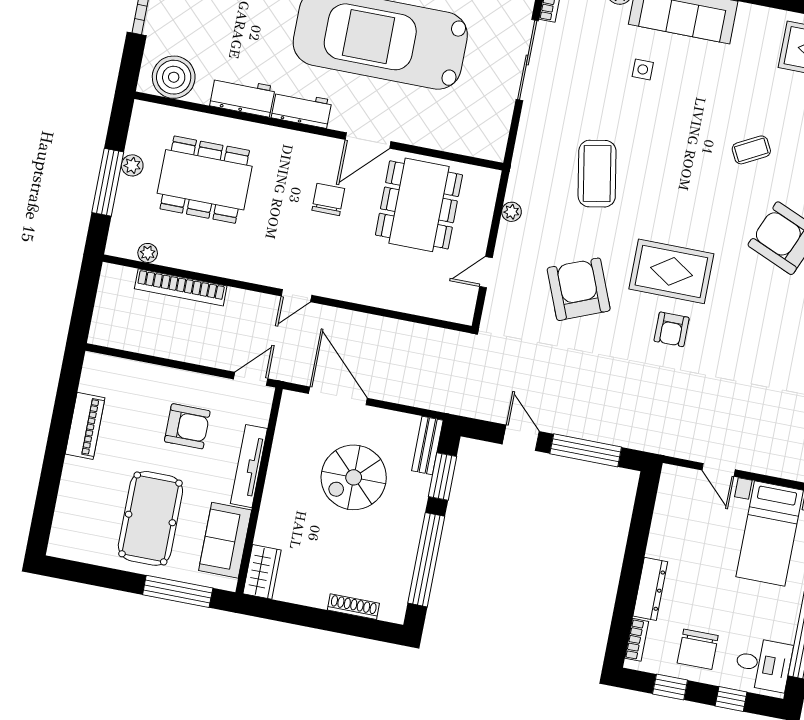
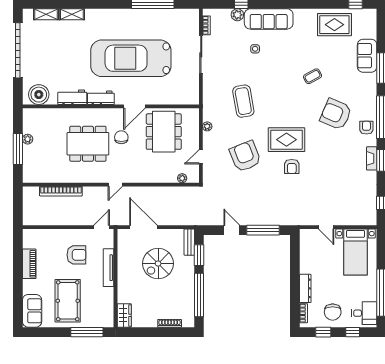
dining table: (205, 180) -> (88, 144), moved
plant: (148, 253) -> (182, 178), moved
sofa: (225, 540) -> (32, 311), moved, turned 180

